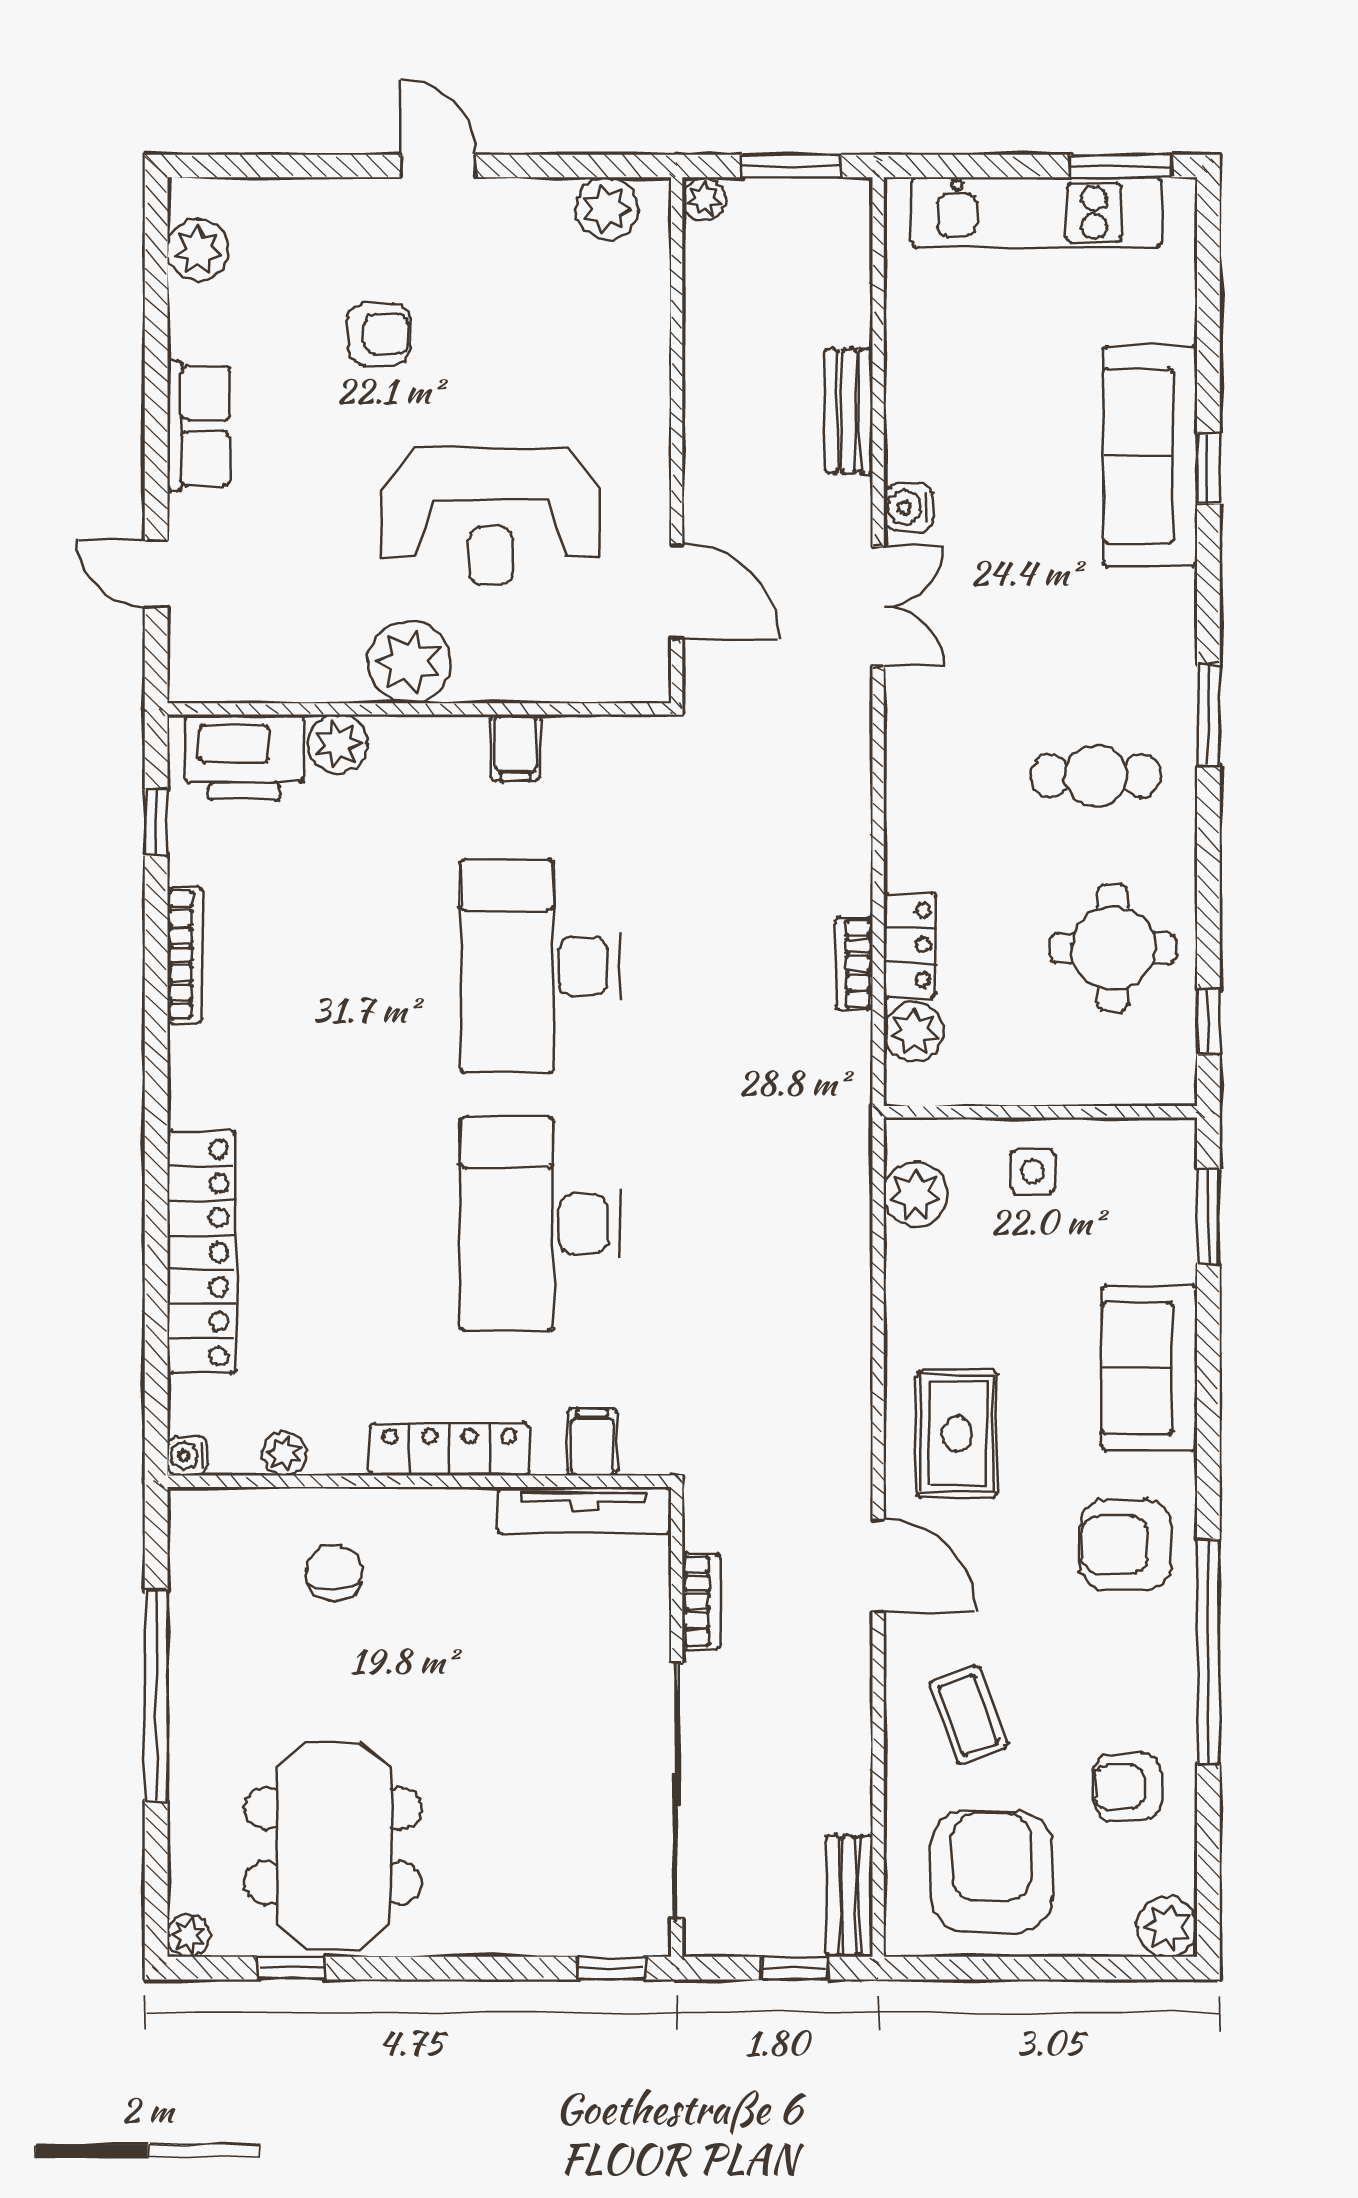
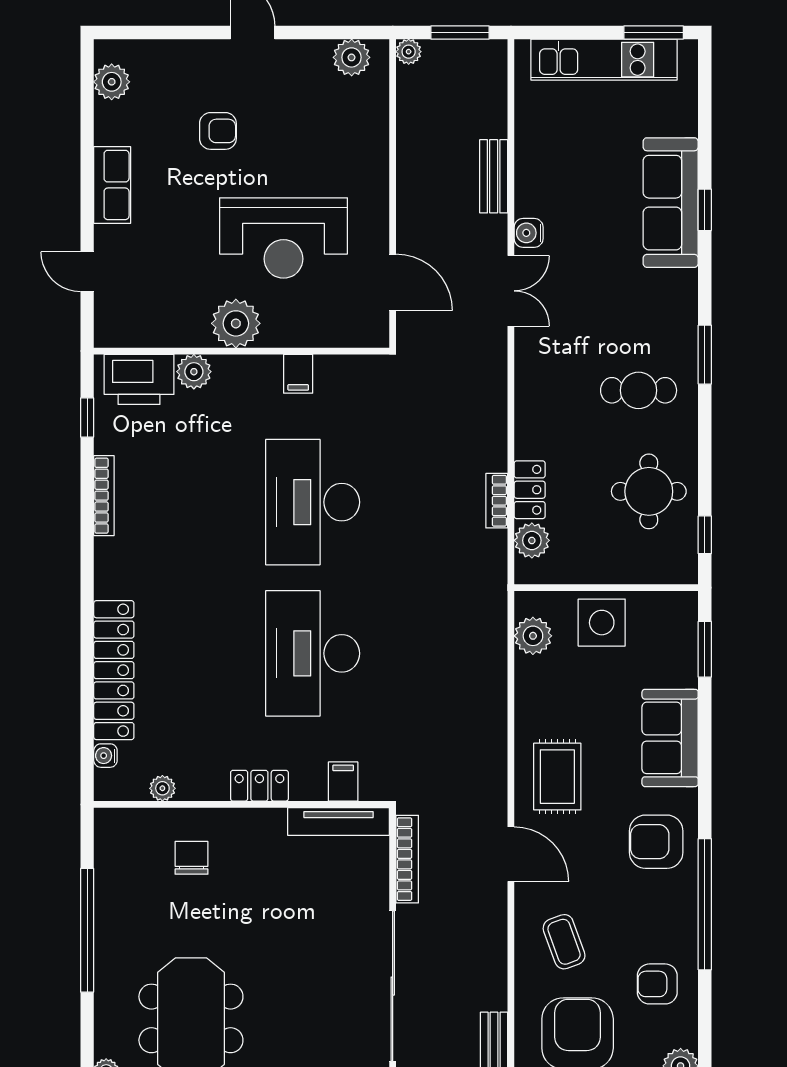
side table: (1033, 1171) -> (602, 623), width x1.87, depth x1.87
locker: (450, 1449) -> (259, 786), width x0.66
water cooler: (187, 1456) -> (105, 756), moved
bookcase: (701, 1601) -> (407, 859), width x1.56

